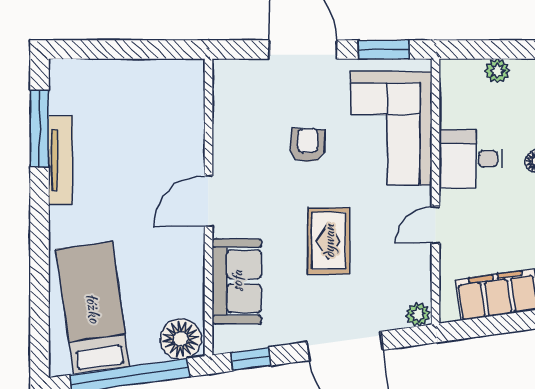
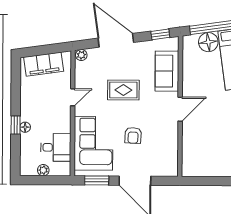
desk: (471, 159) -> (56, 147), moved
rug: (329, 241) -> (123, 90), turned 90
floor lamp: (181, 339) -> (208, 42), moved

